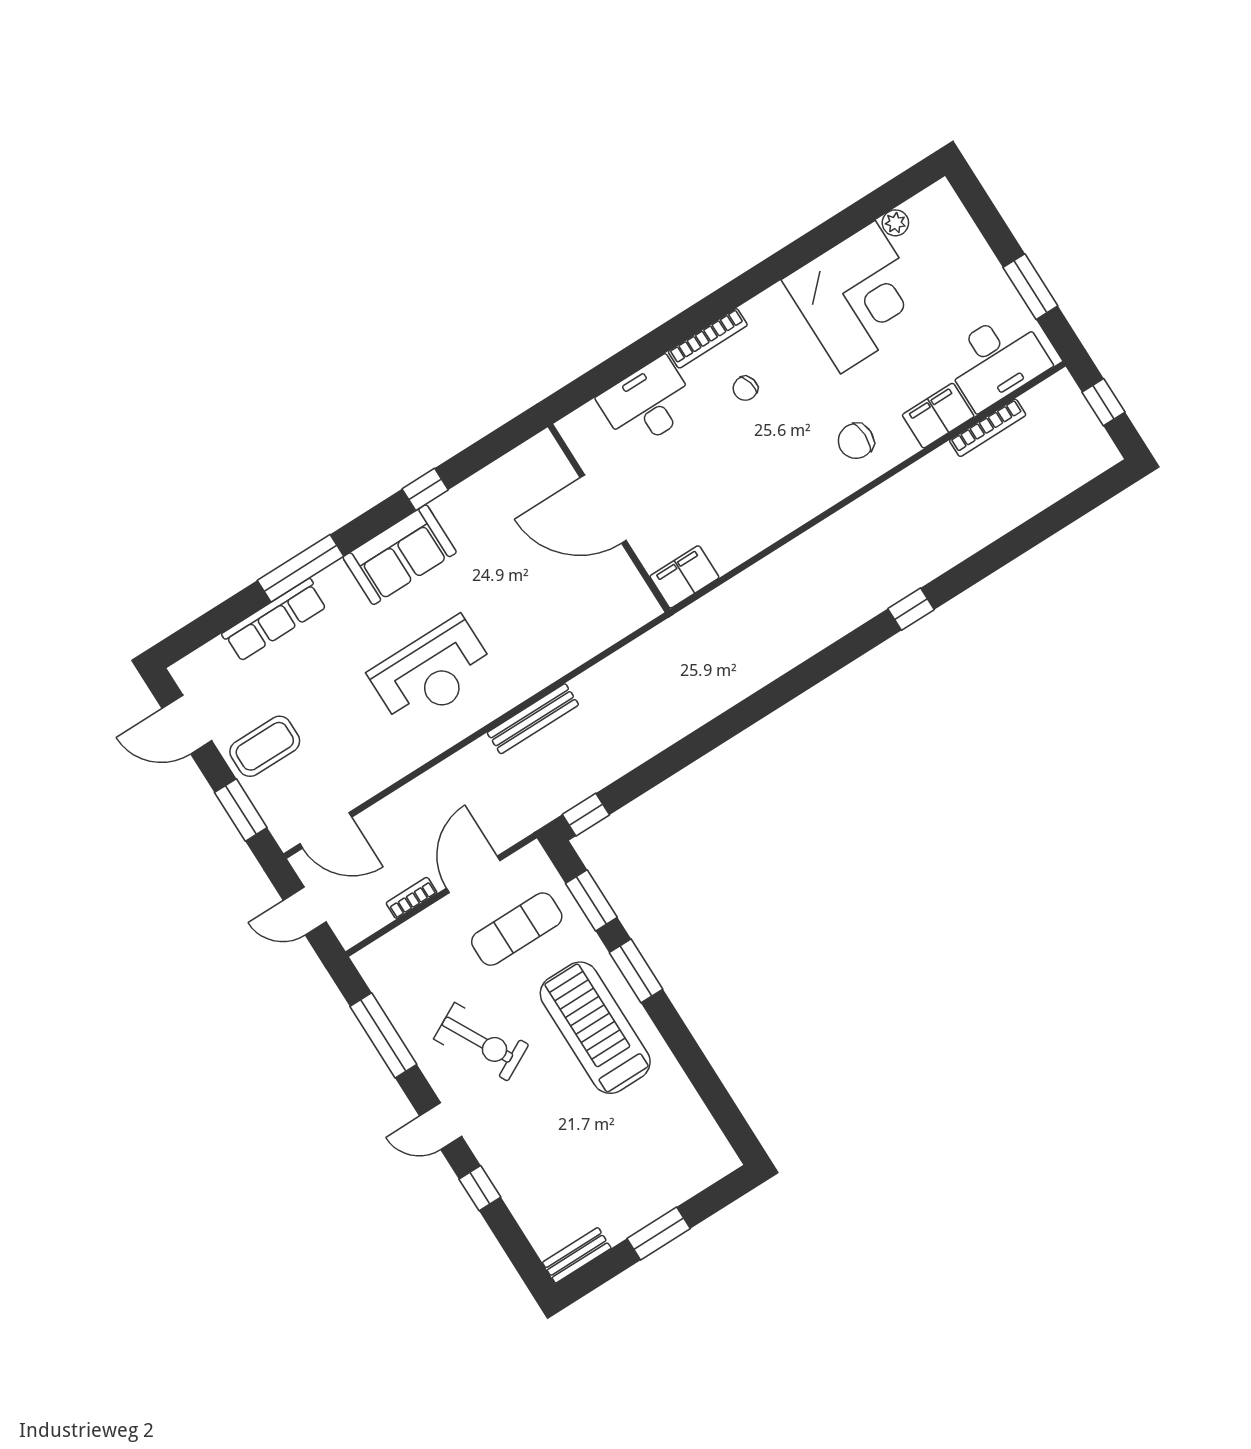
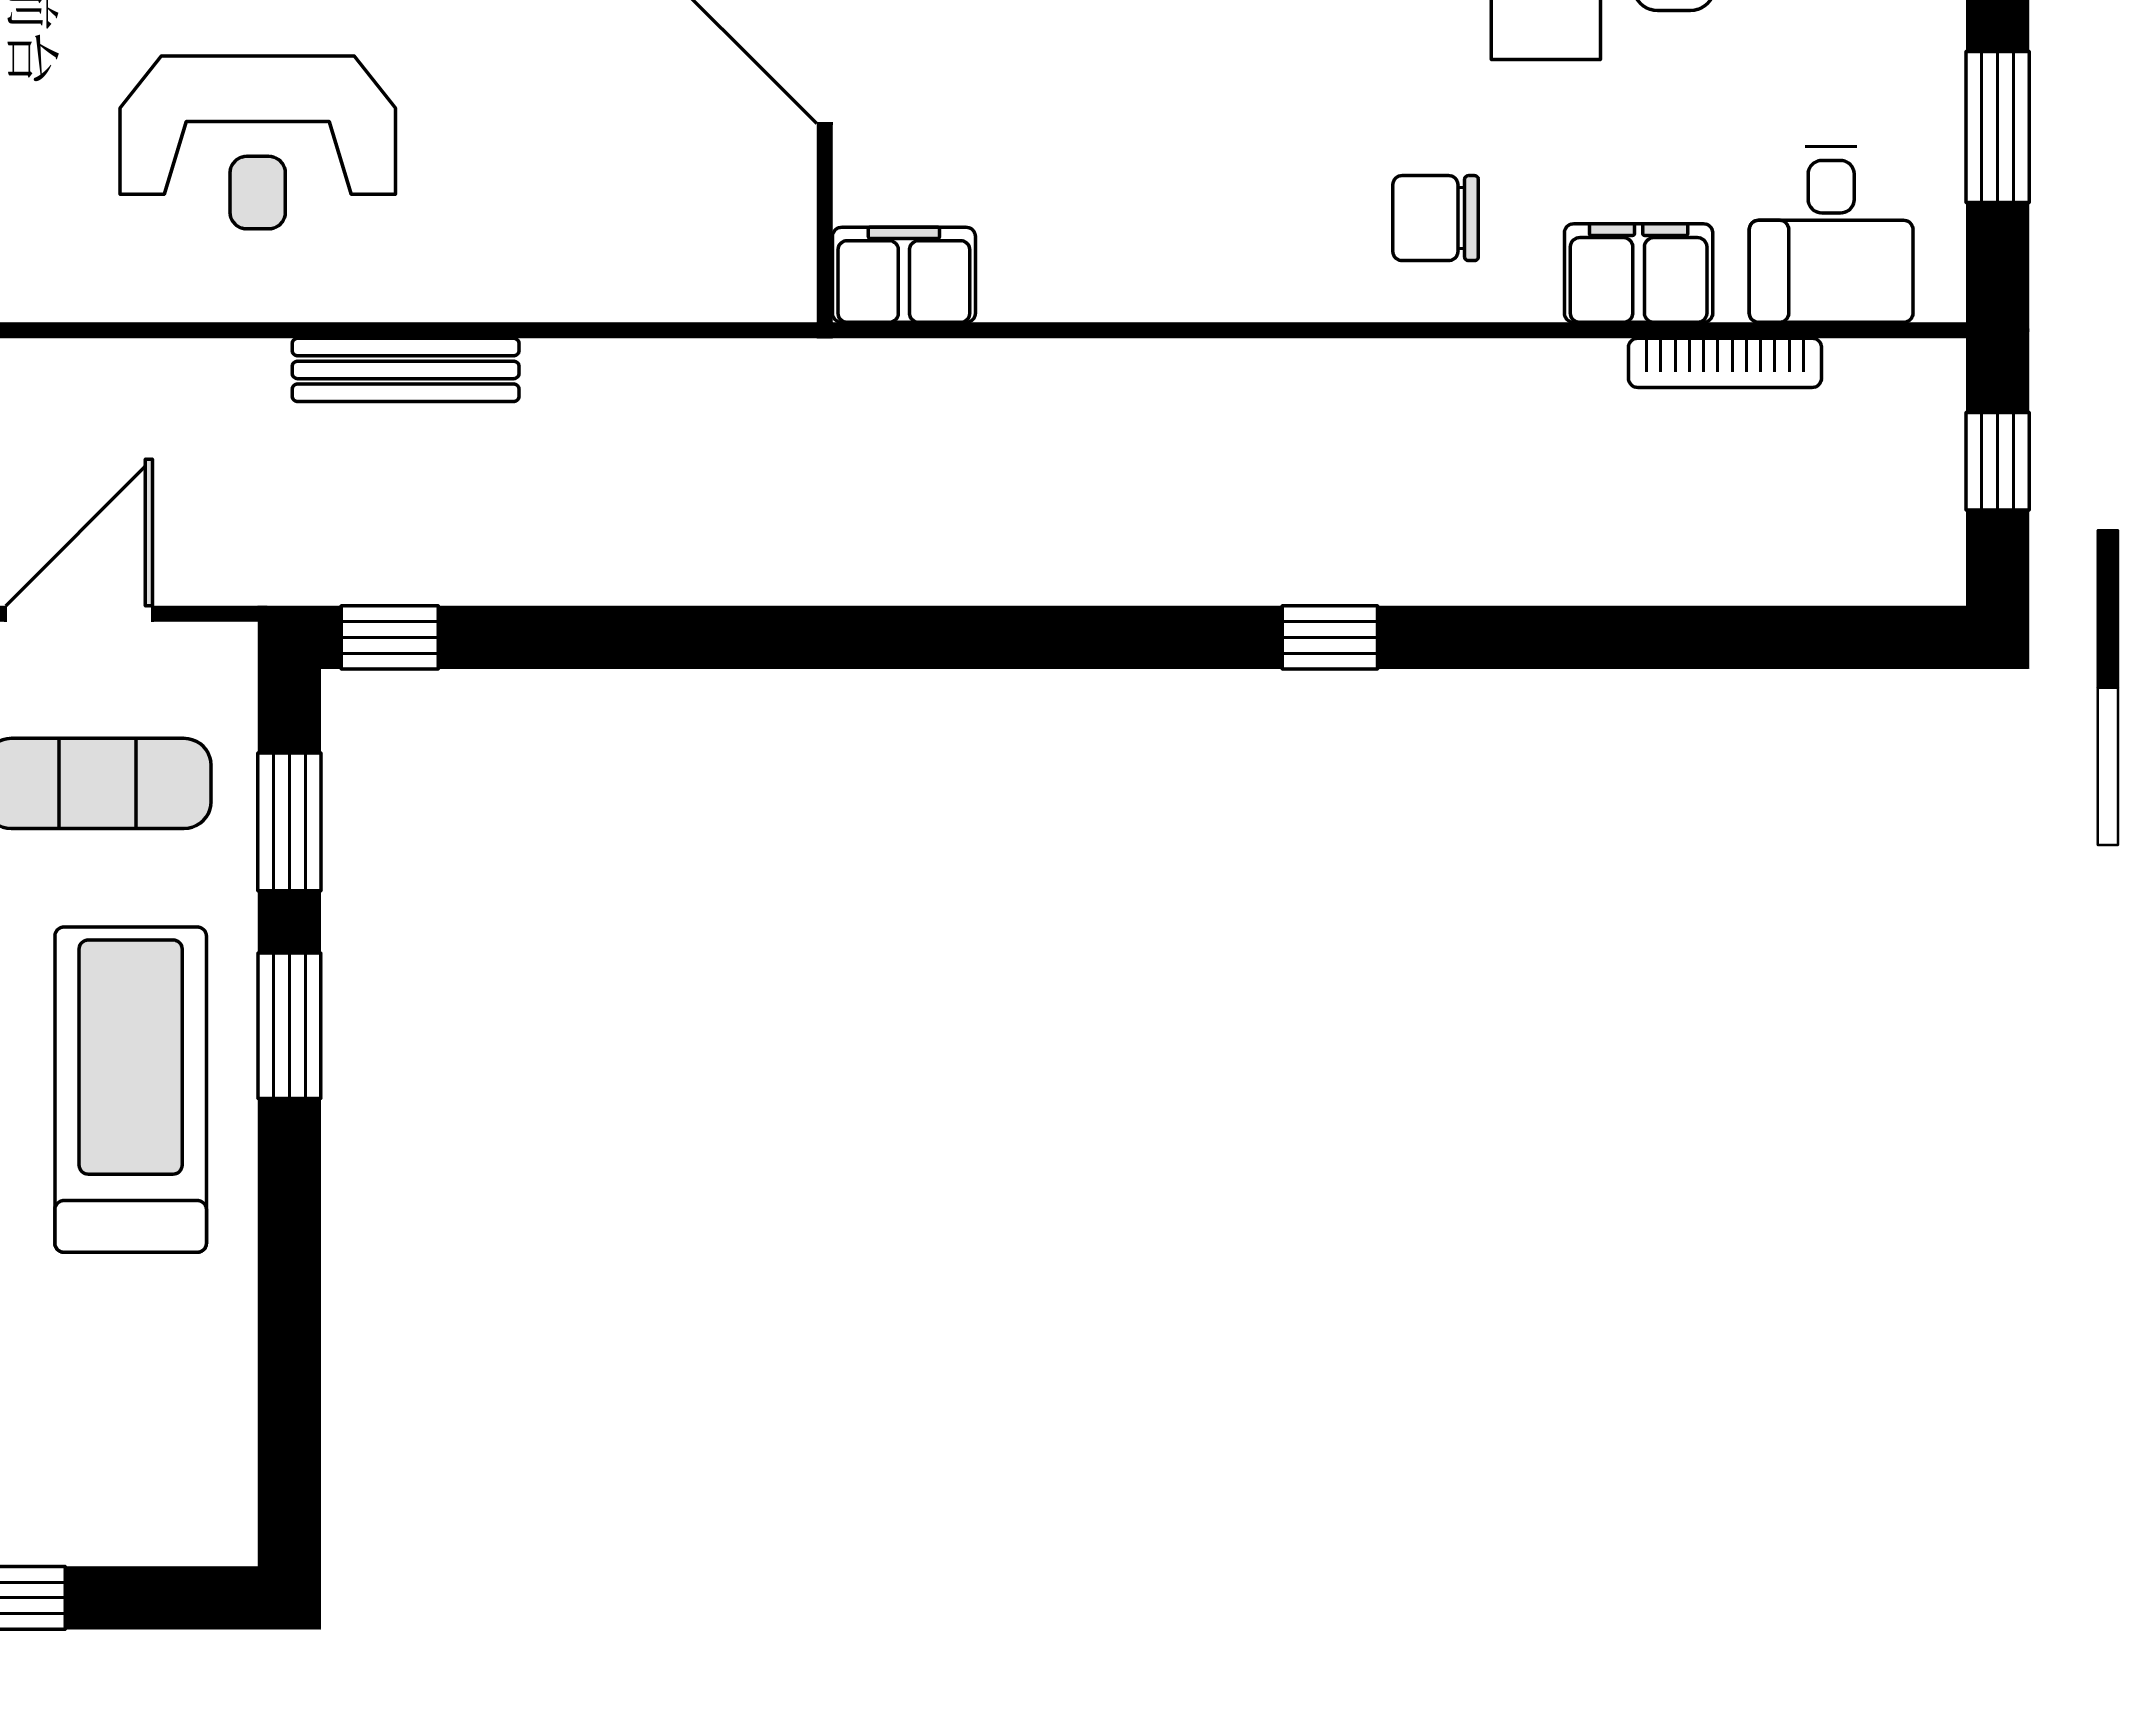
desk: (996, 360) -> (1831, 234), width x0.73

